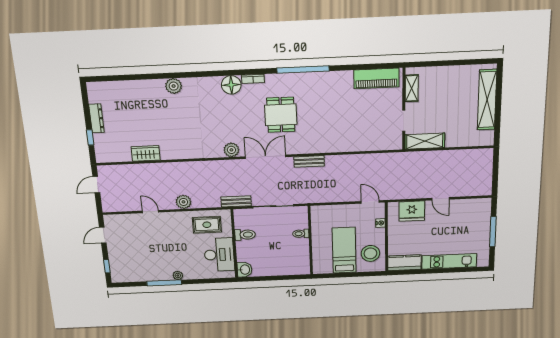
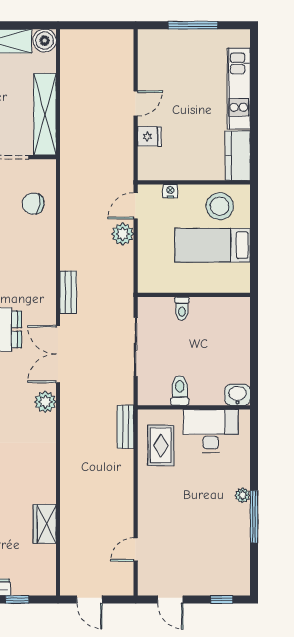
chair: (371, 136) -> (33, 204), added
boiler: (486, 138) -> (45, 41), added
shelving: (425, 141) -> (45, 114), width x1.47
bench: (236, 201) -> (125, 427), moved
plant: (183, 202) -> (123, 234), moved
fridge: (412, 211) -> (149, 136), width x0.53, depth x0.75
door: (150, 212) -> (136, 549), moved

